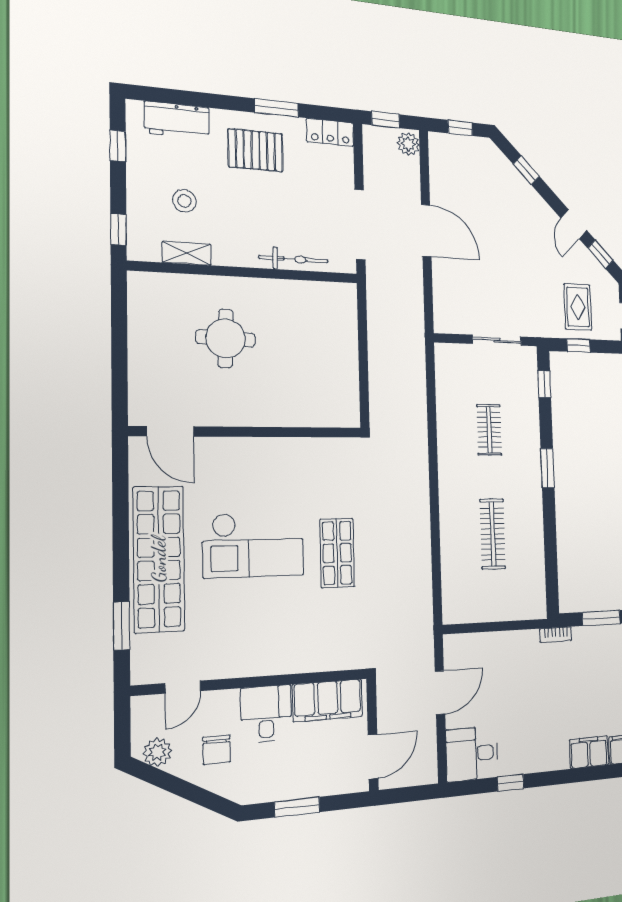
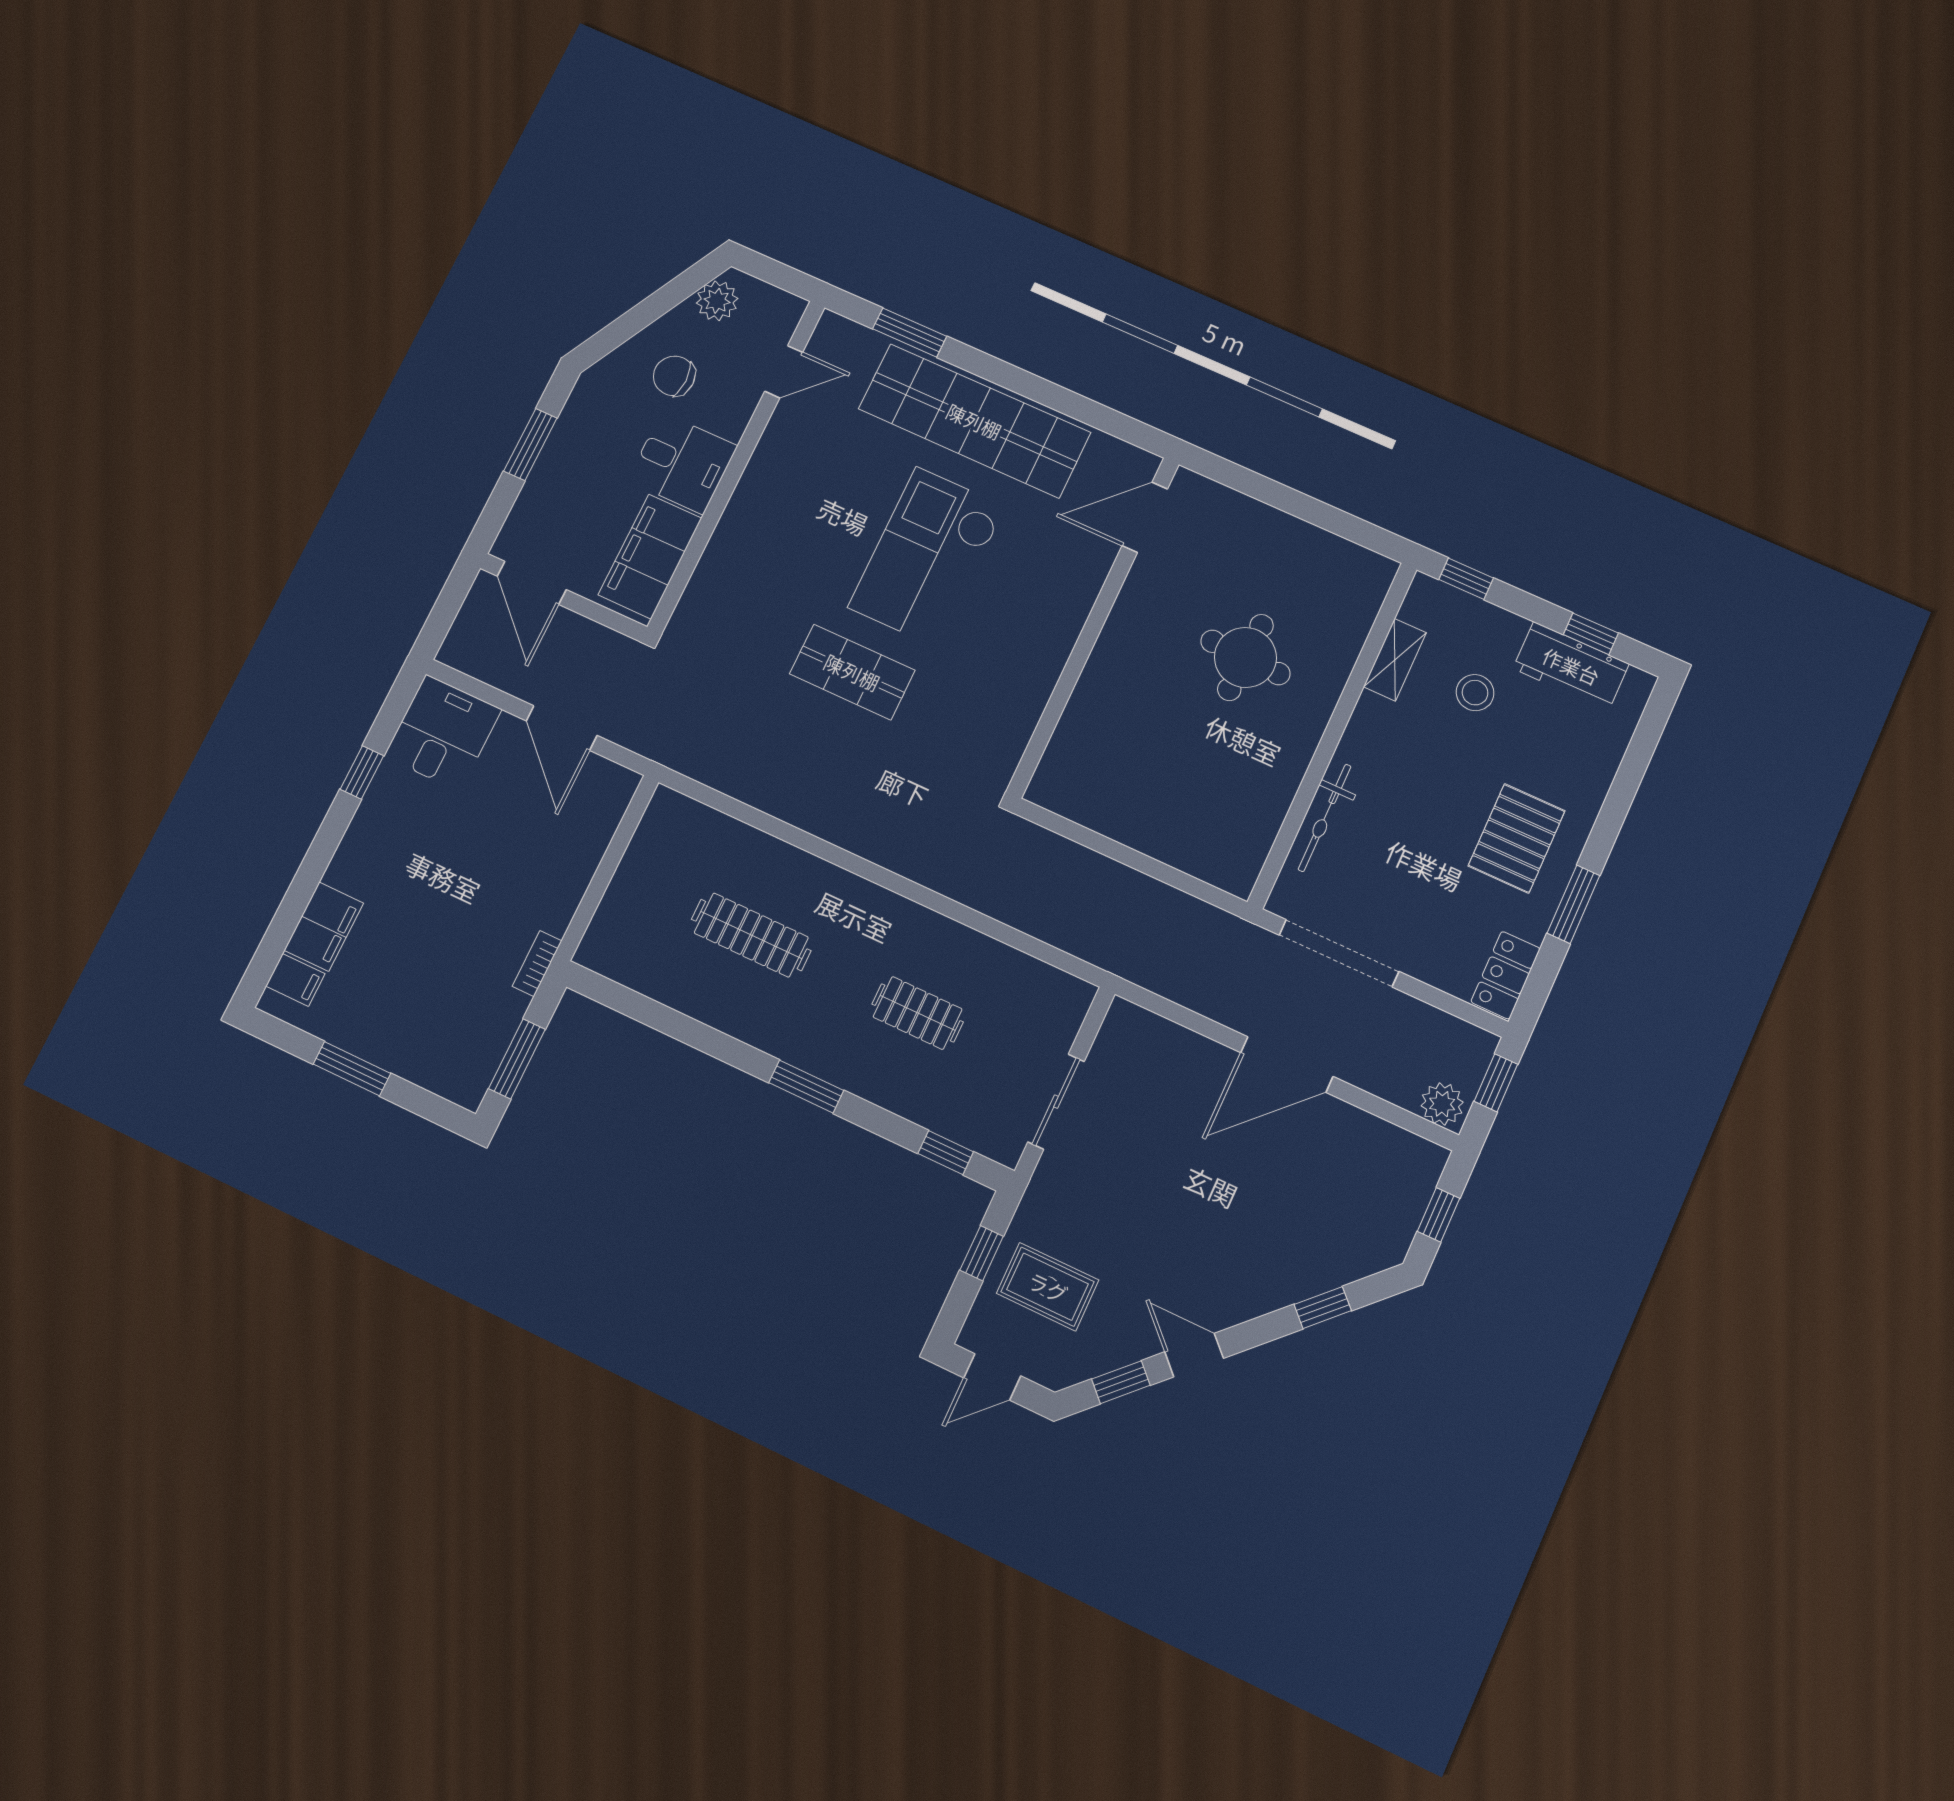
workbench: (177, 120) -> (1571, 666), moved, turned -90
door: (183, 687) -> (784, 372), swing flipped

